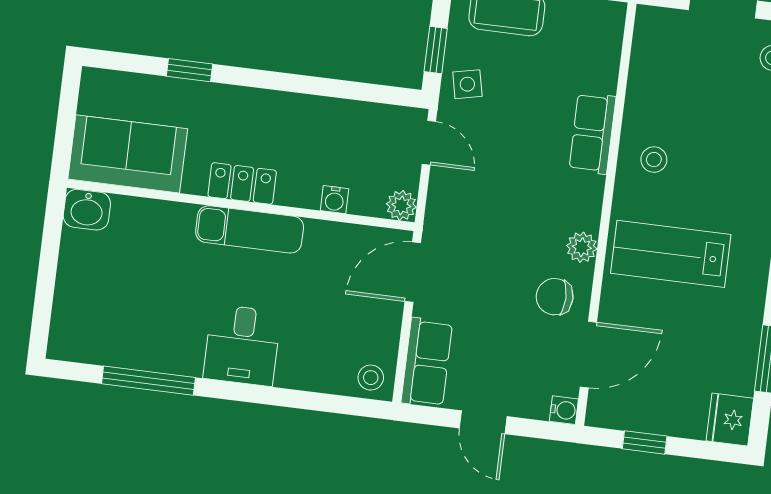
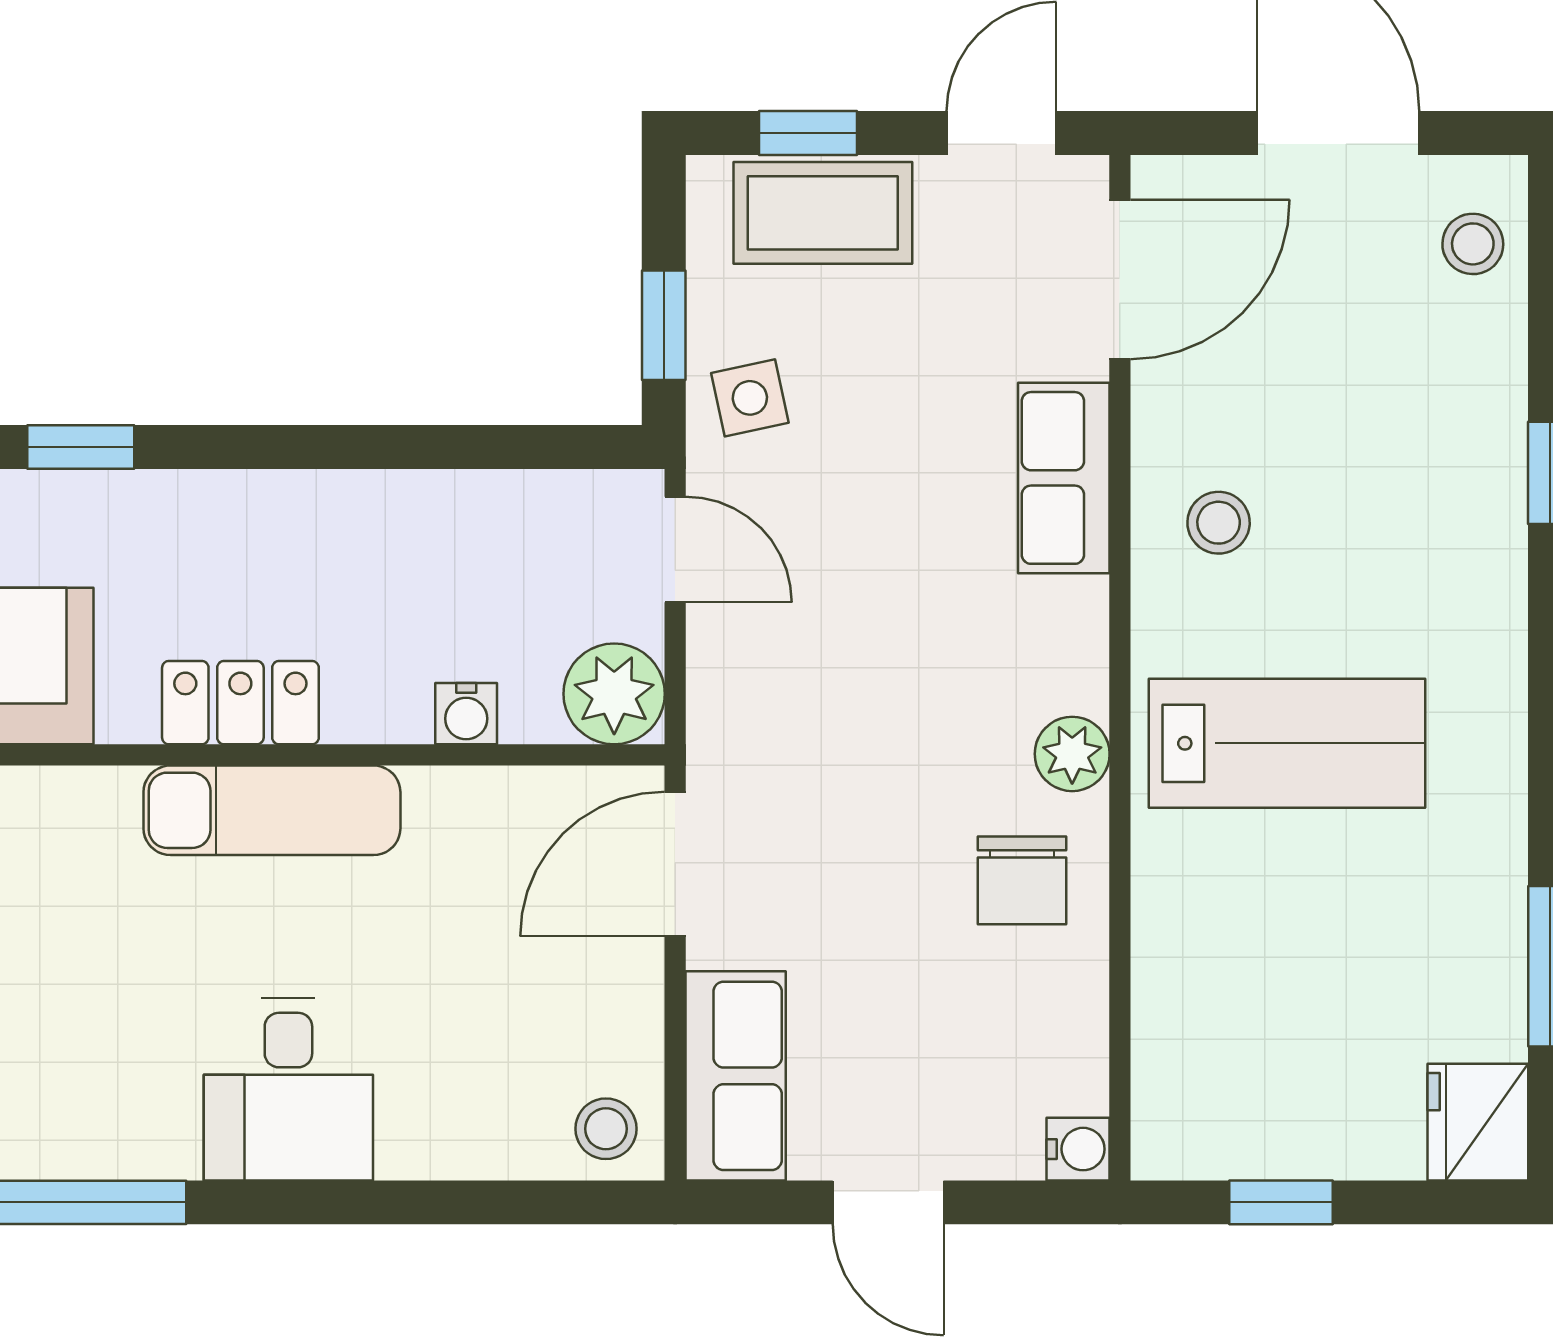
plant: (401, 205) -> (614, 694), width x1.38, depth x1.38
lab bench: (671, 254) -> (1287, 743), turned 180
chair: (555, 297) -> (1022, 880), turned -90
door: (588, 355) -> (1120, 279), moved

